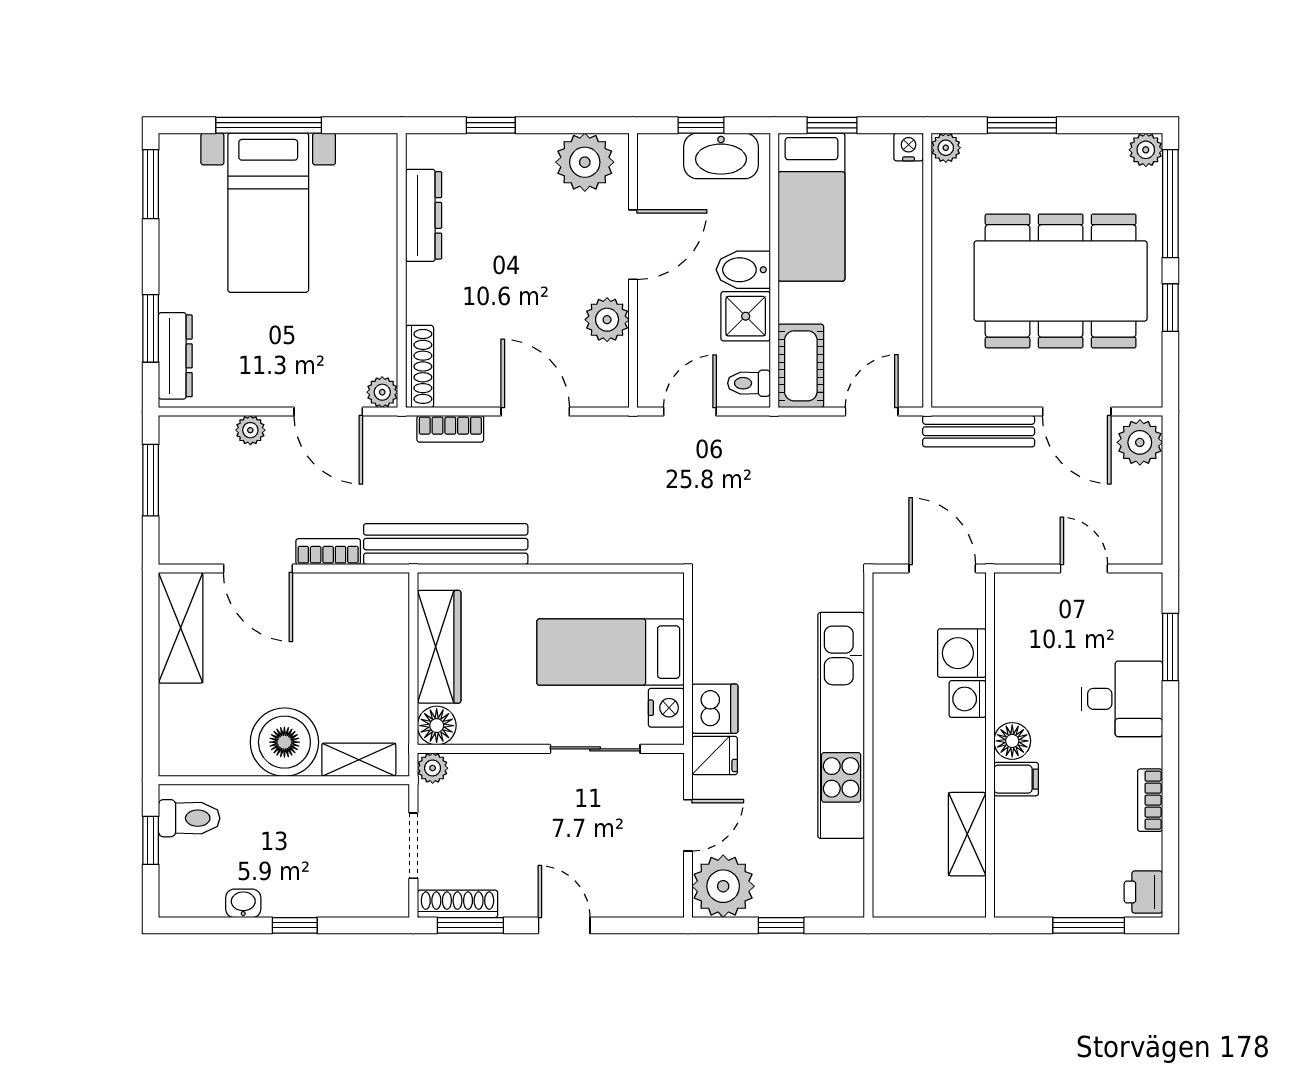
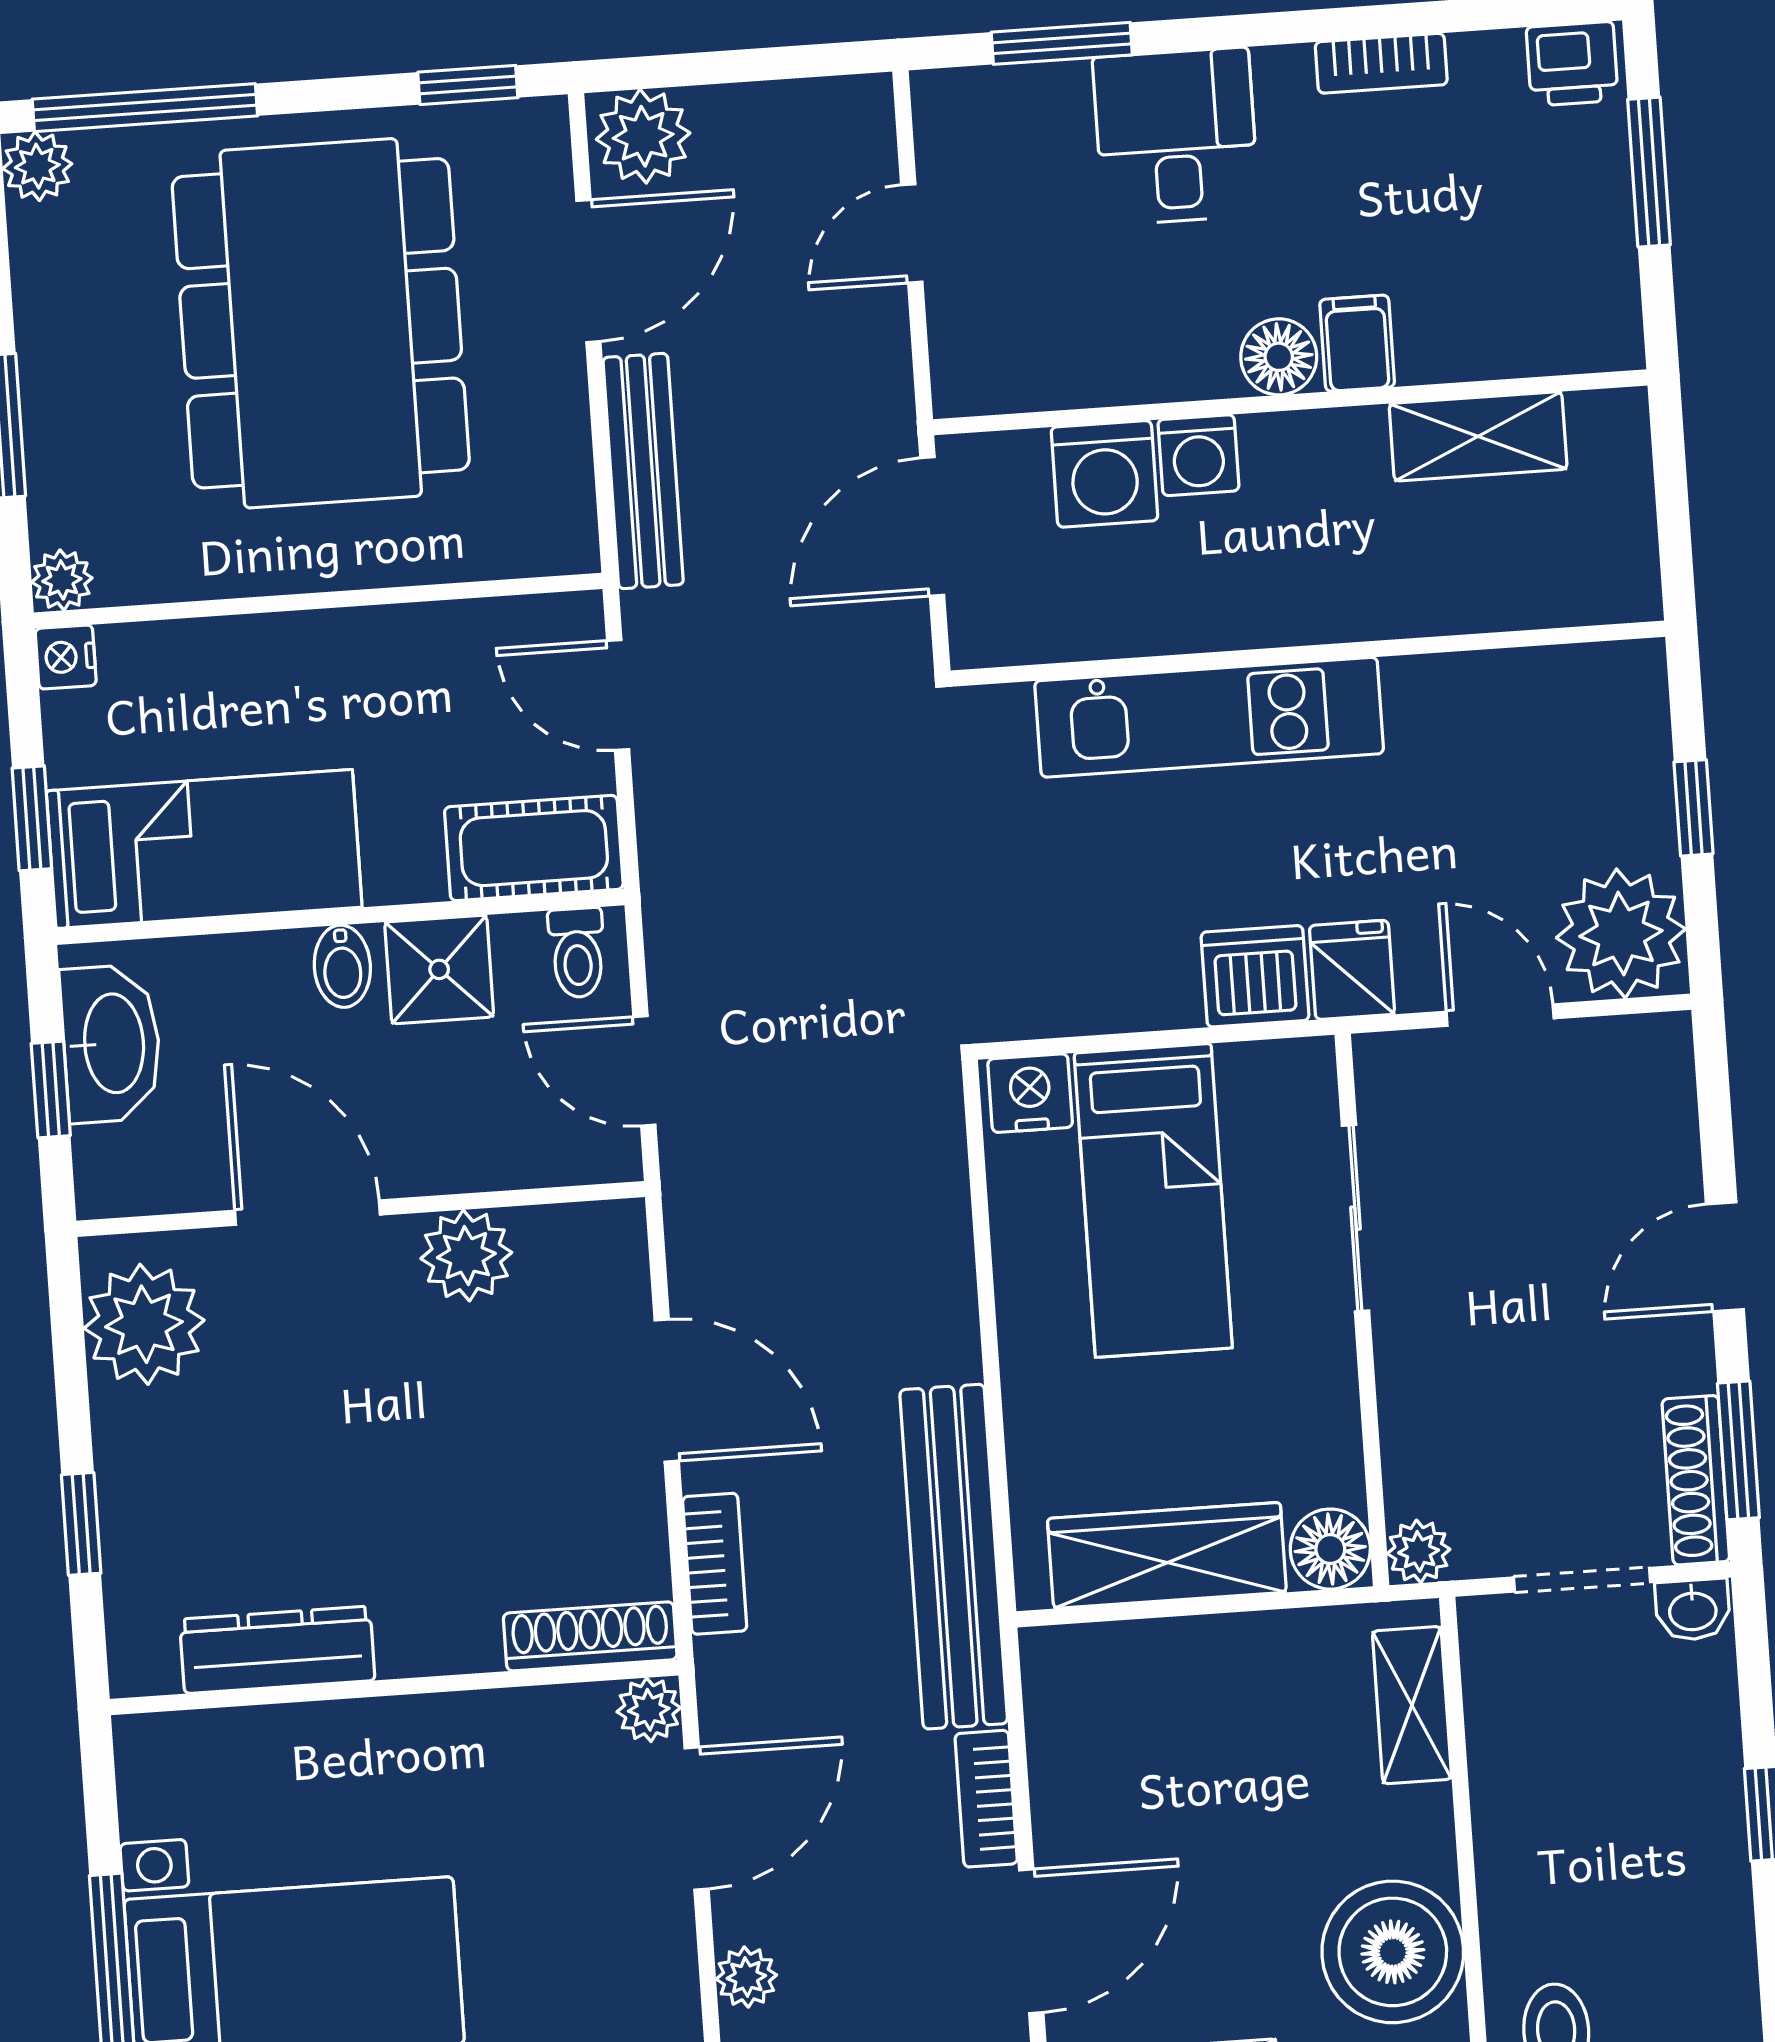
bidet: (743, 270) -> (342, 966), width x0.72, depth x0.74
window: (1170, 308) -> (468, 85), moved
door: (535, 412) -> (667, 1391), swing flipped
nightstand: (666, 708) -> (1030, 1093), moved
kitchen unit: (841, 725) -> (1209, 717), width x0.73
boiler: (284, 742) -> (1393, 1952), moved
washbasin: (243, 903) -> (1693, 1610), moved, turned -90

